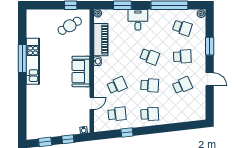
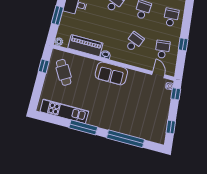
kitchen unit: (33, 61) -> (64, 111), moved
school desk: (117, 85) -> (134, 42), turned 45
window: (22, 102) -> (125, 139), added
door: (92, 103) -> (158, 75), moved
window: (68, 139) -> (176, 94), moved

